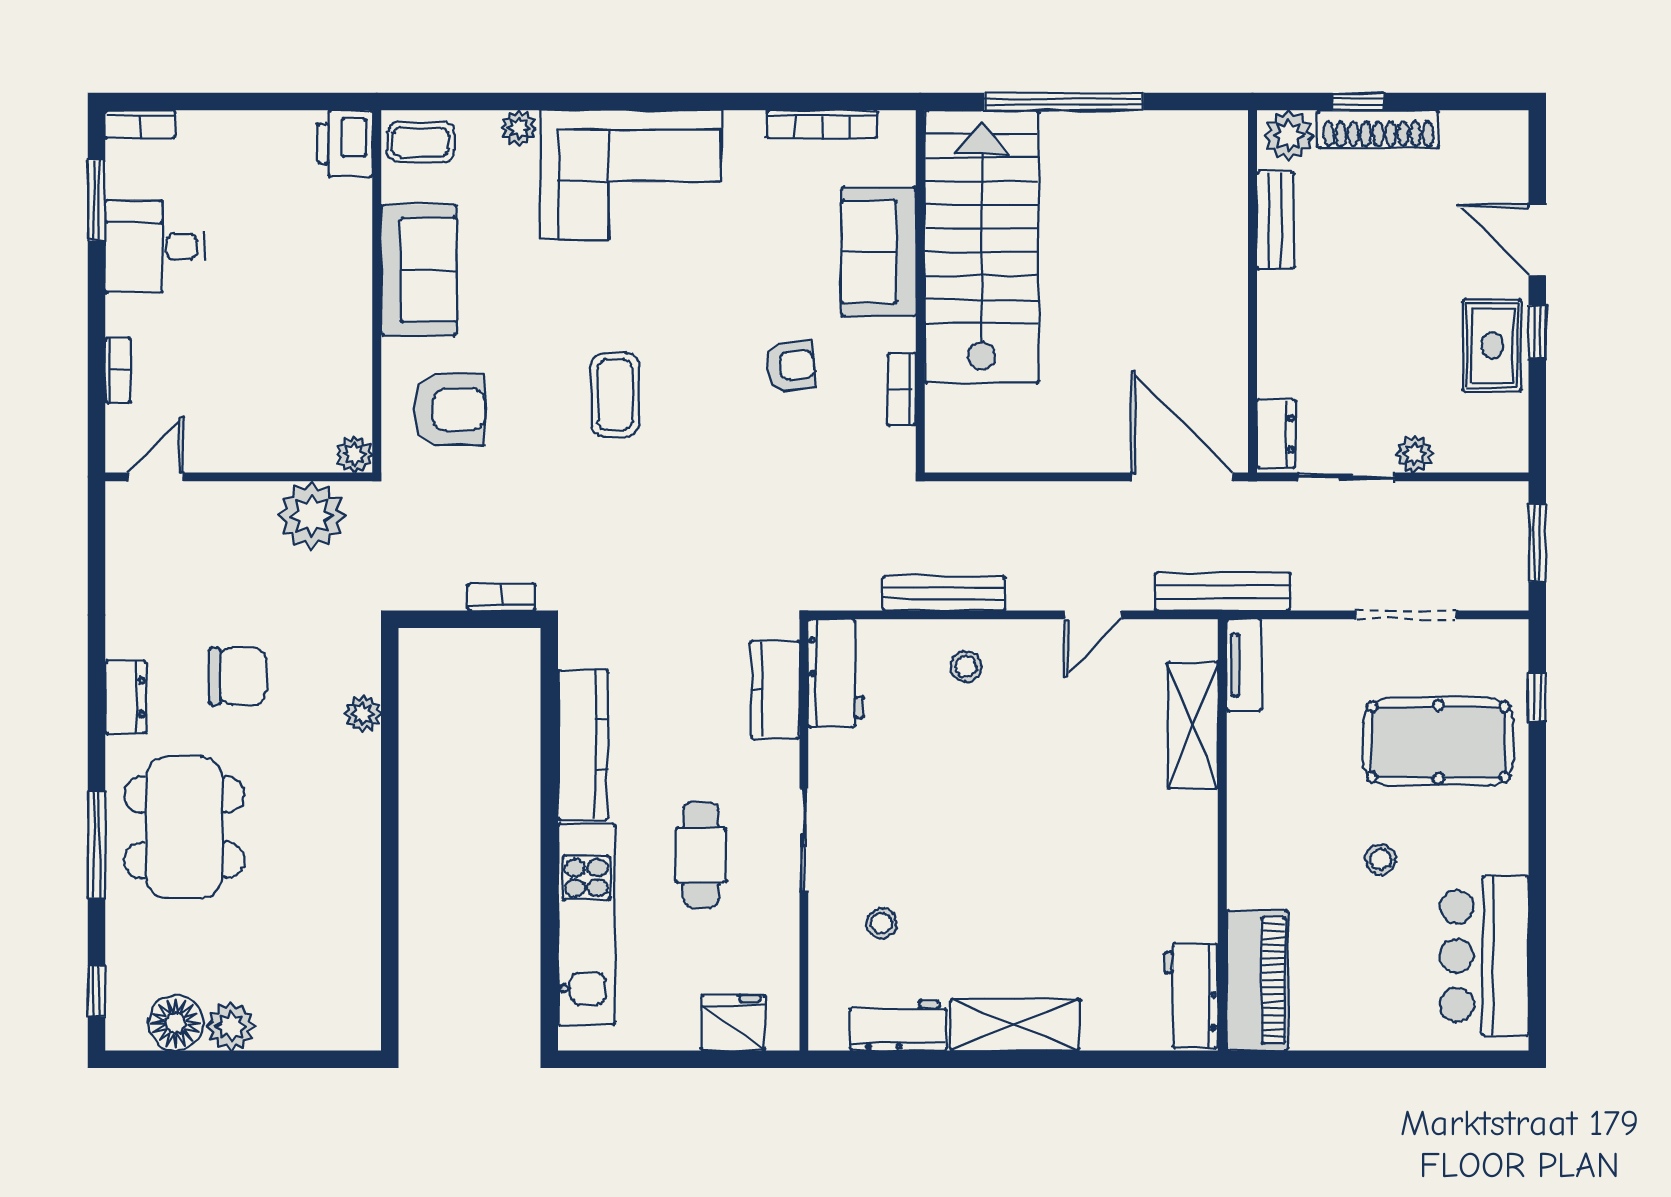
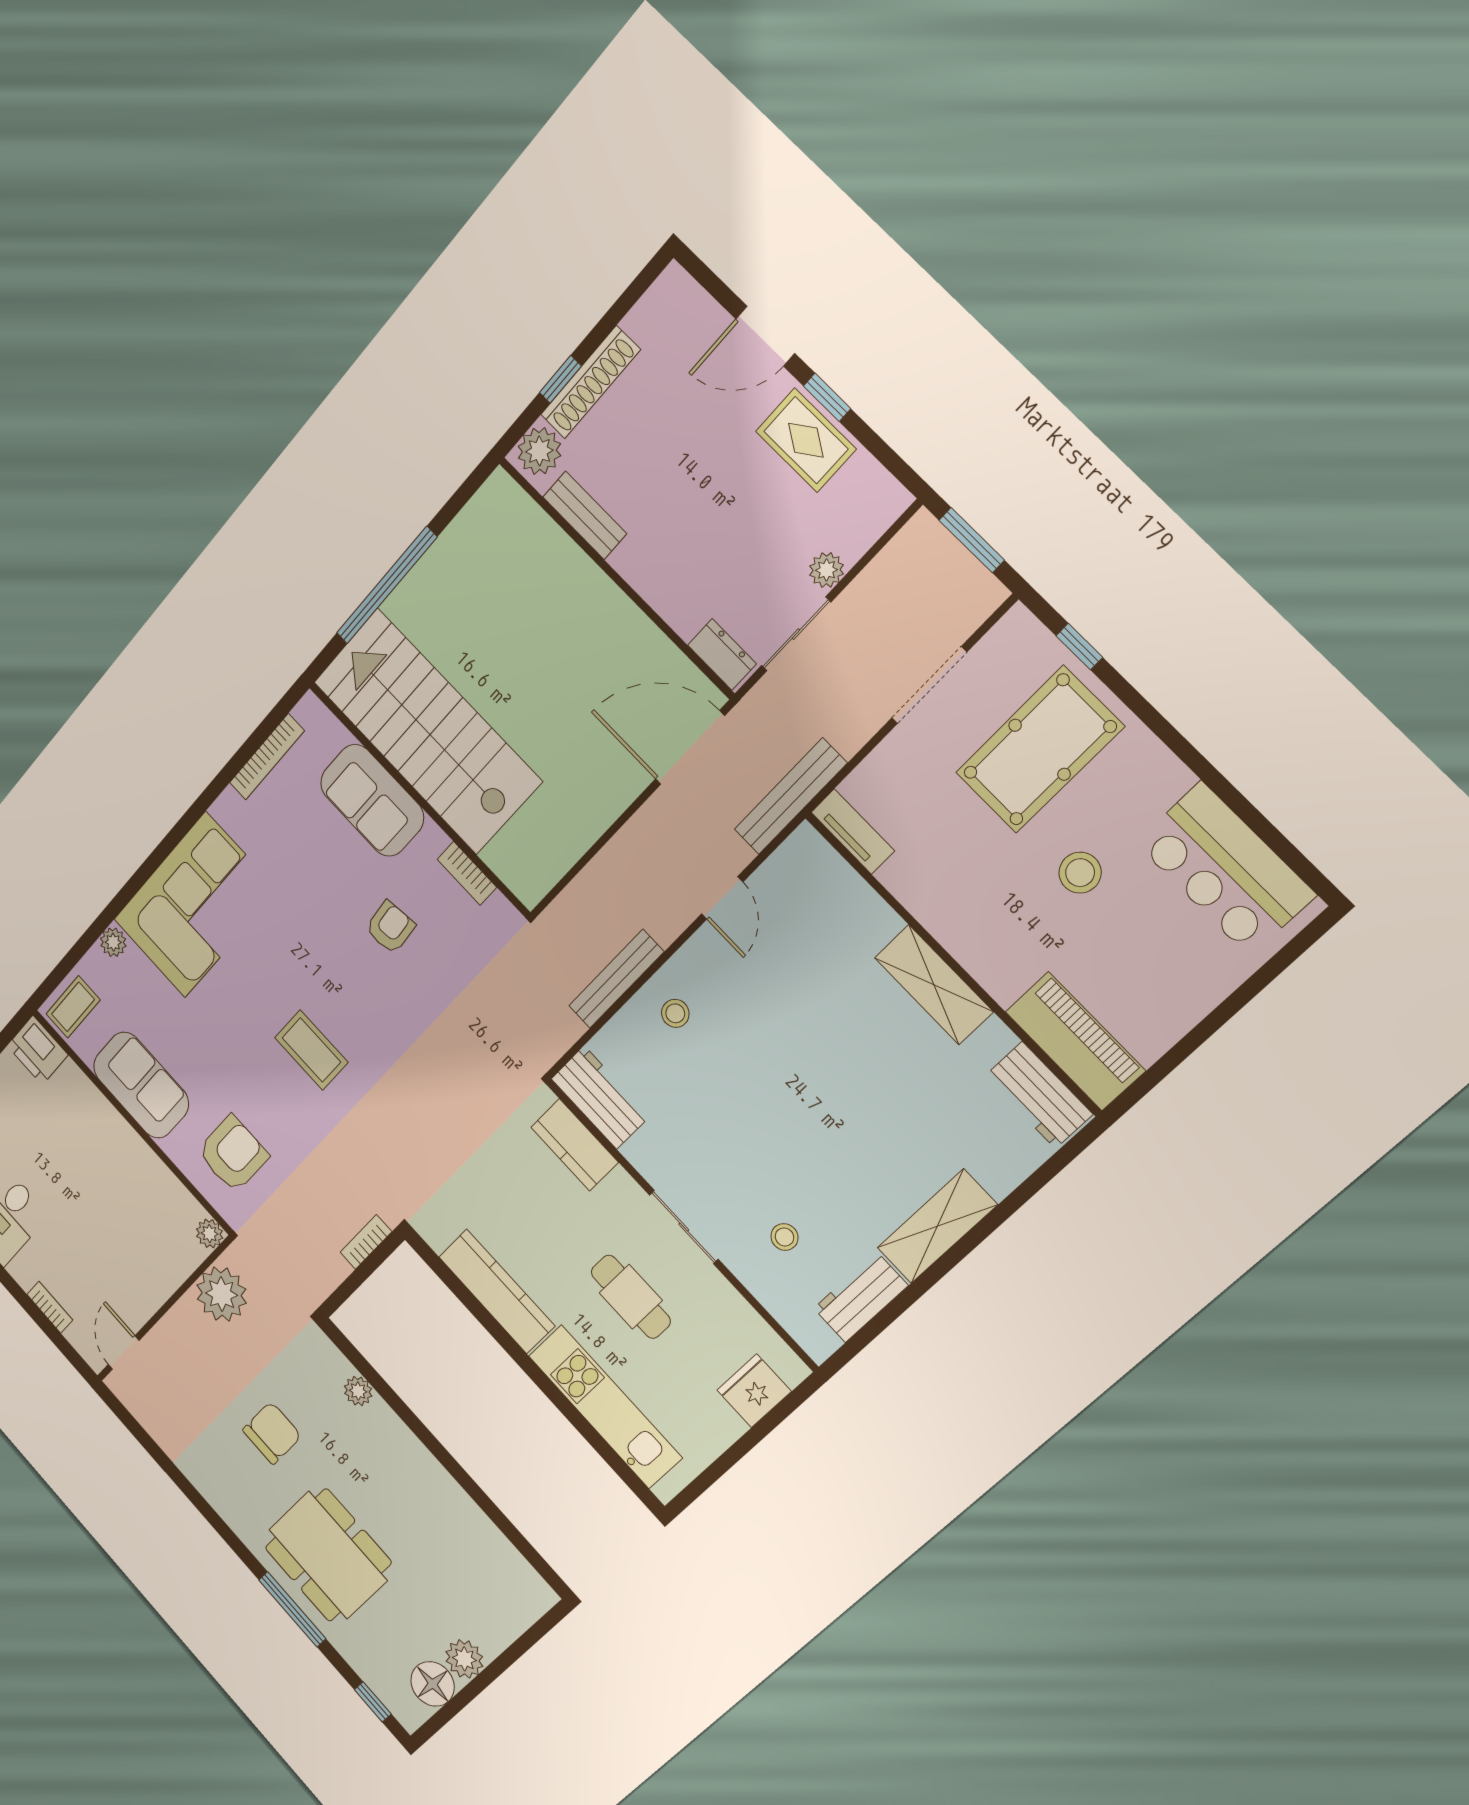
dresser: (126, 697) -> (227, 1503), removed
shelving: (1193, 725) -> (934, 985), moved
stool: (1381, 860) -> (1080, 873), width x1.37, depth x1.37

